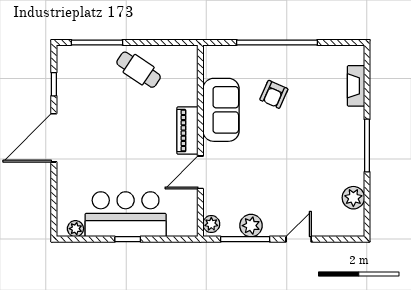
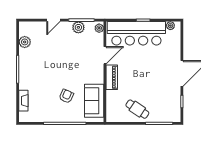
sofa: (221, 110) -> (94, 101), moved
bar counter: (126, 214) -> (136, 33), width x1.36

